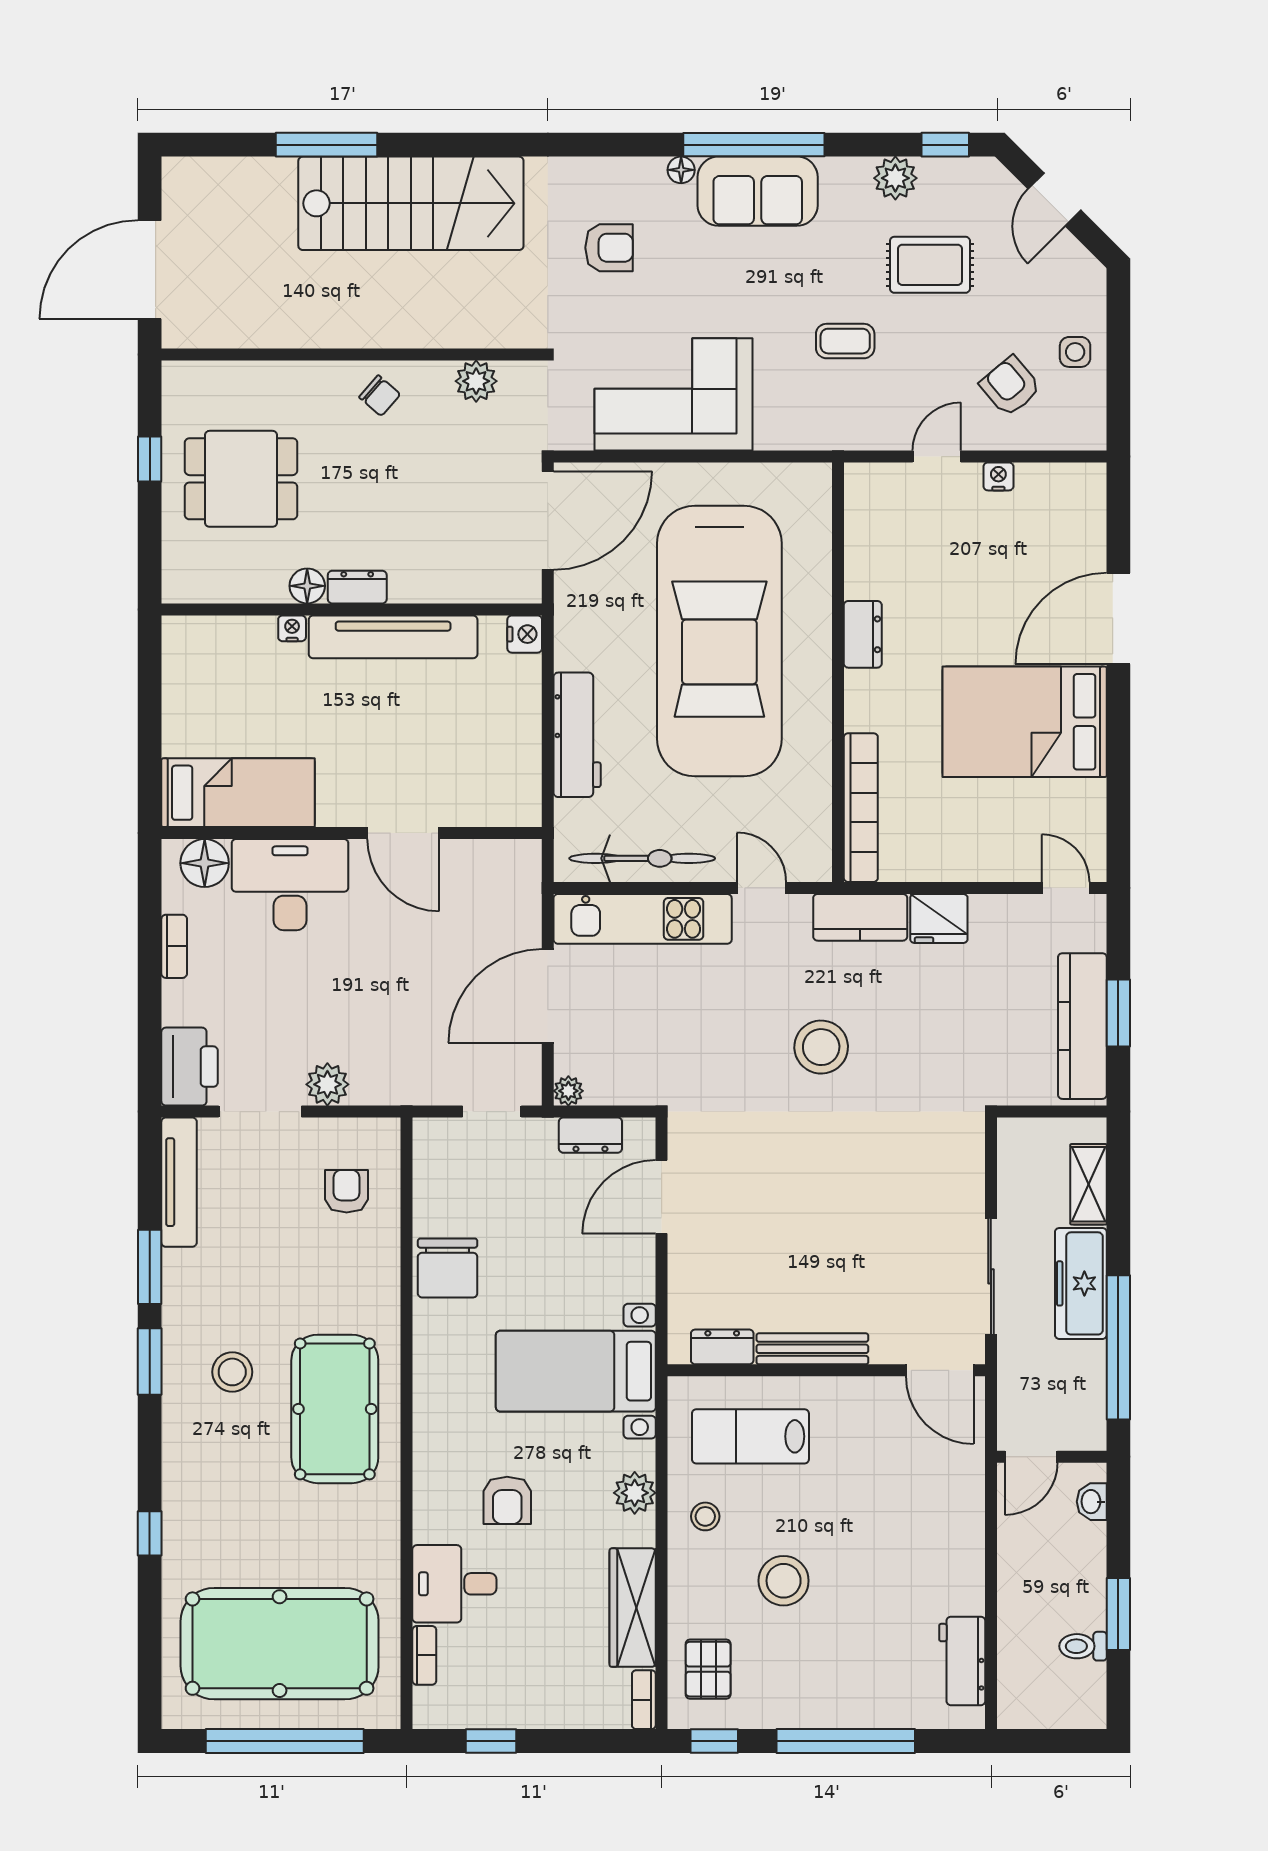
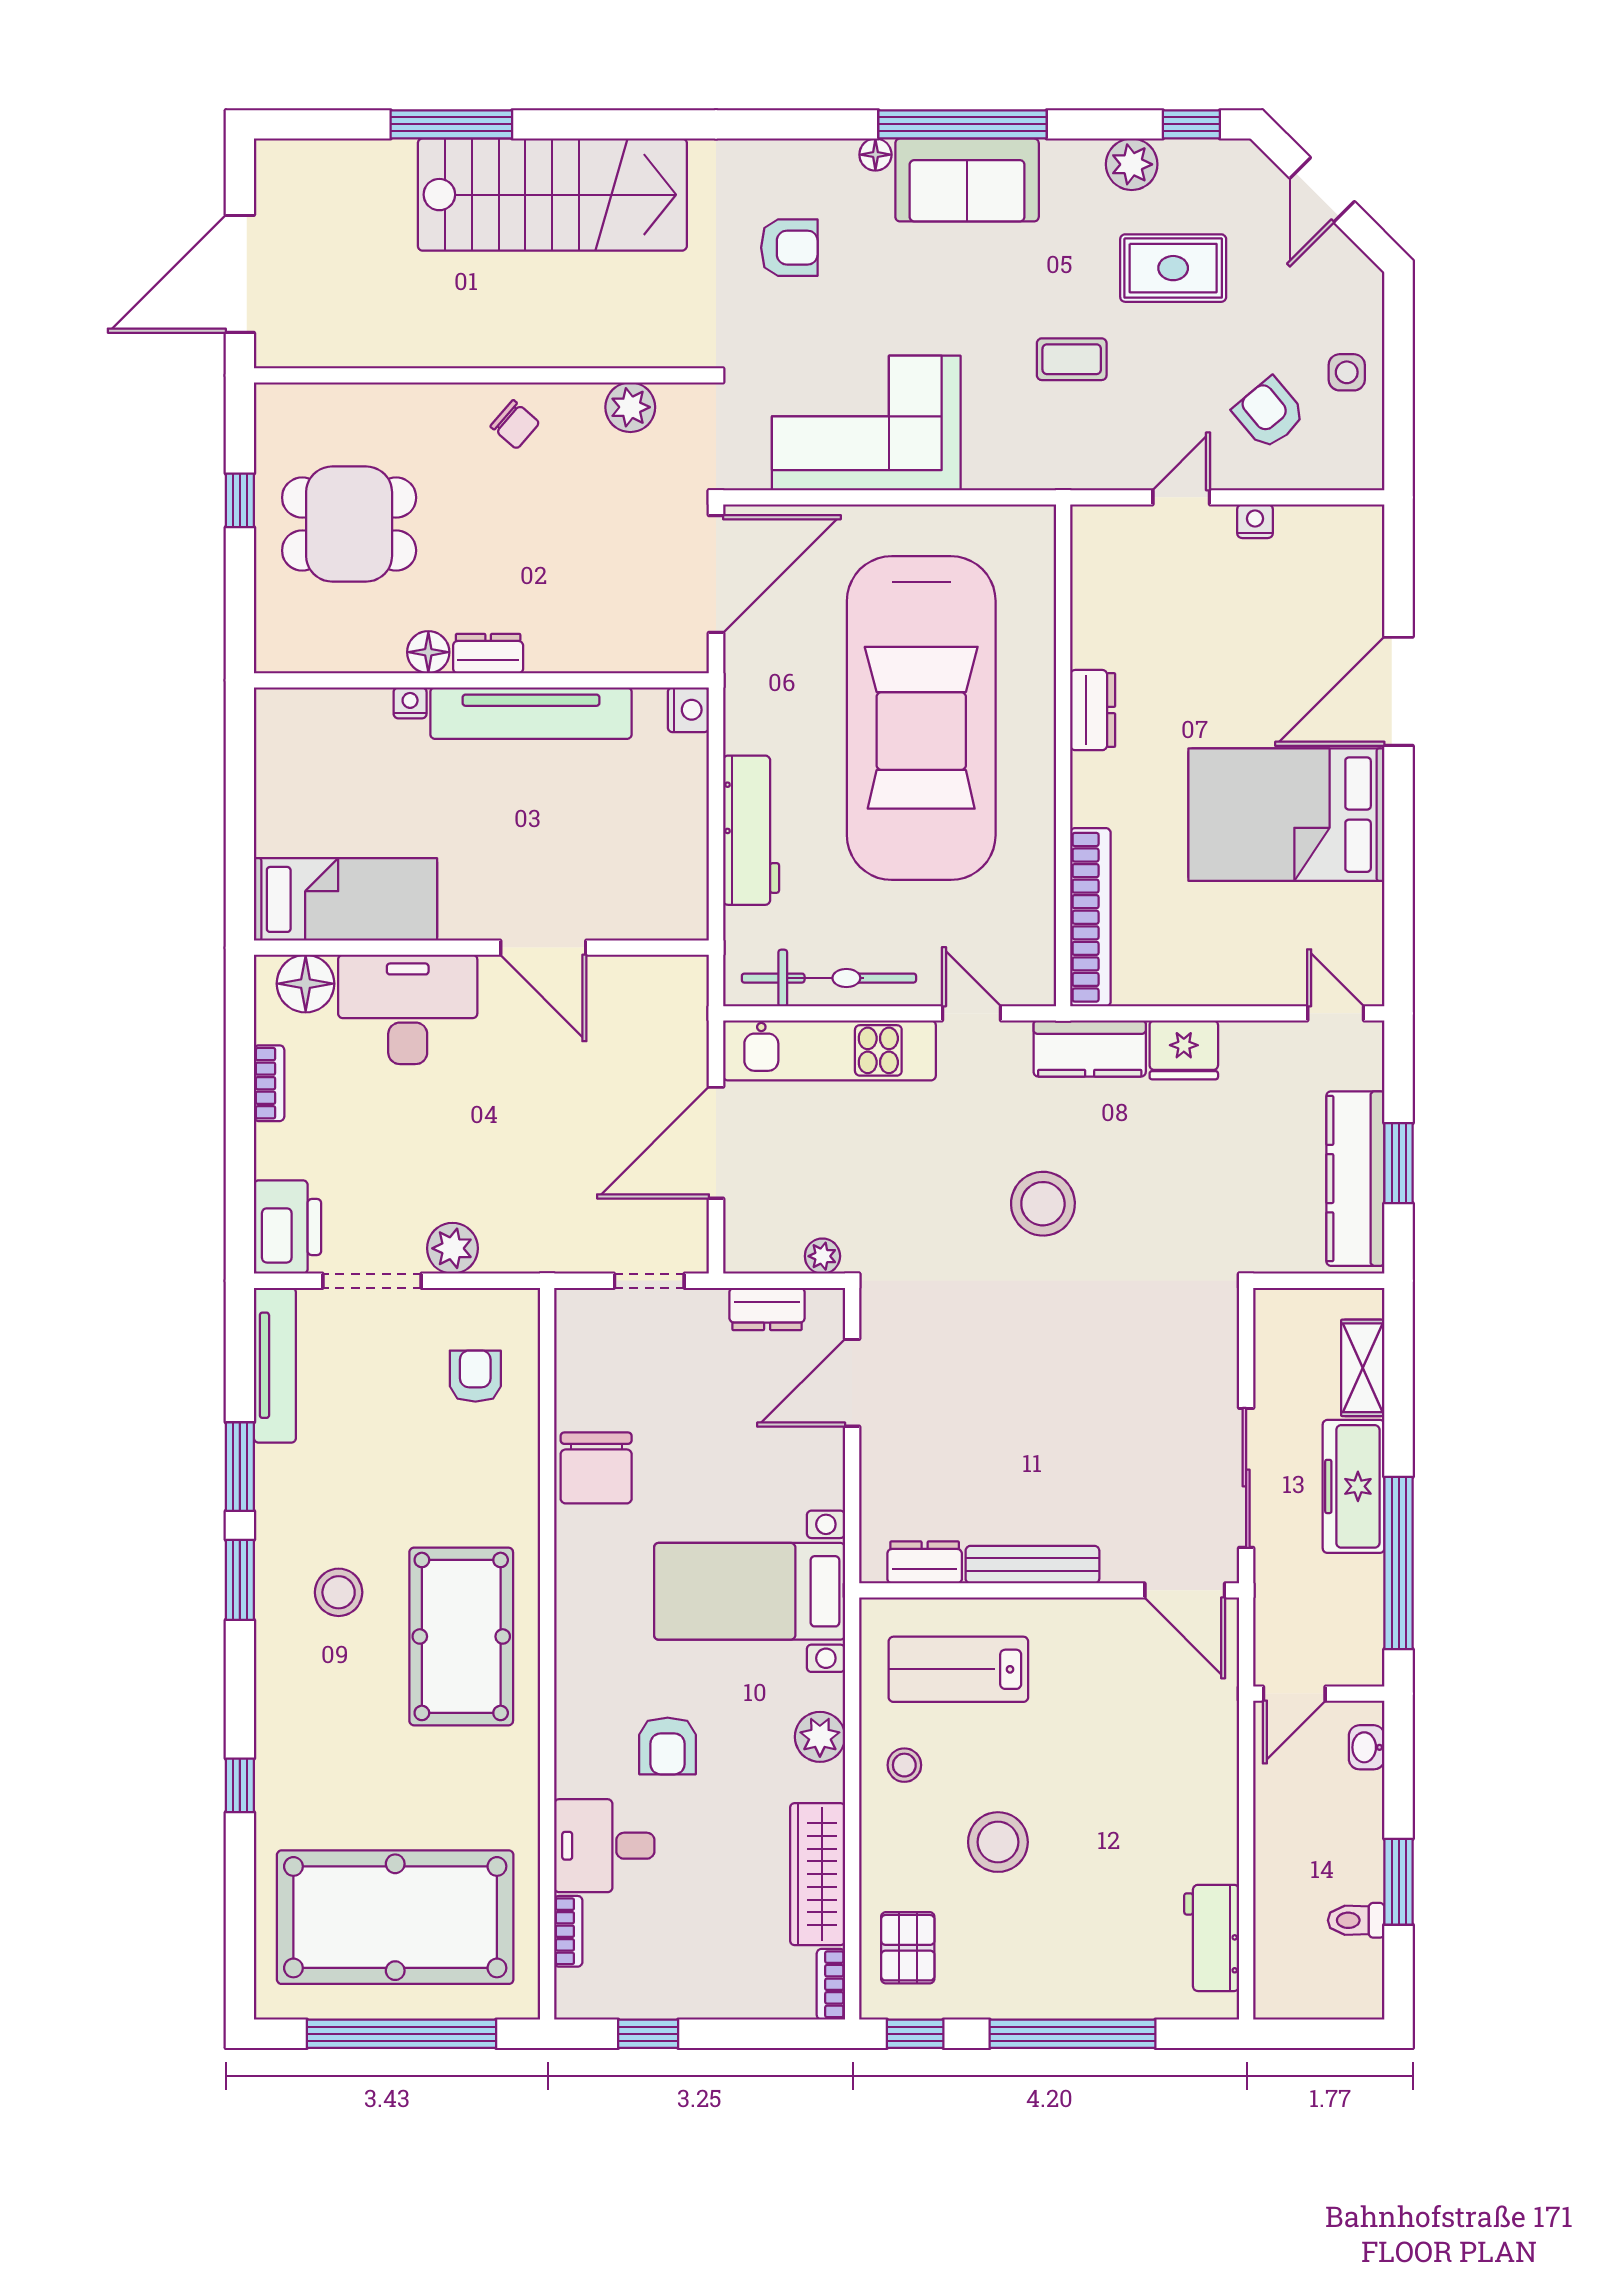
plant: (568, 1091) -> (822, 1256), moved

